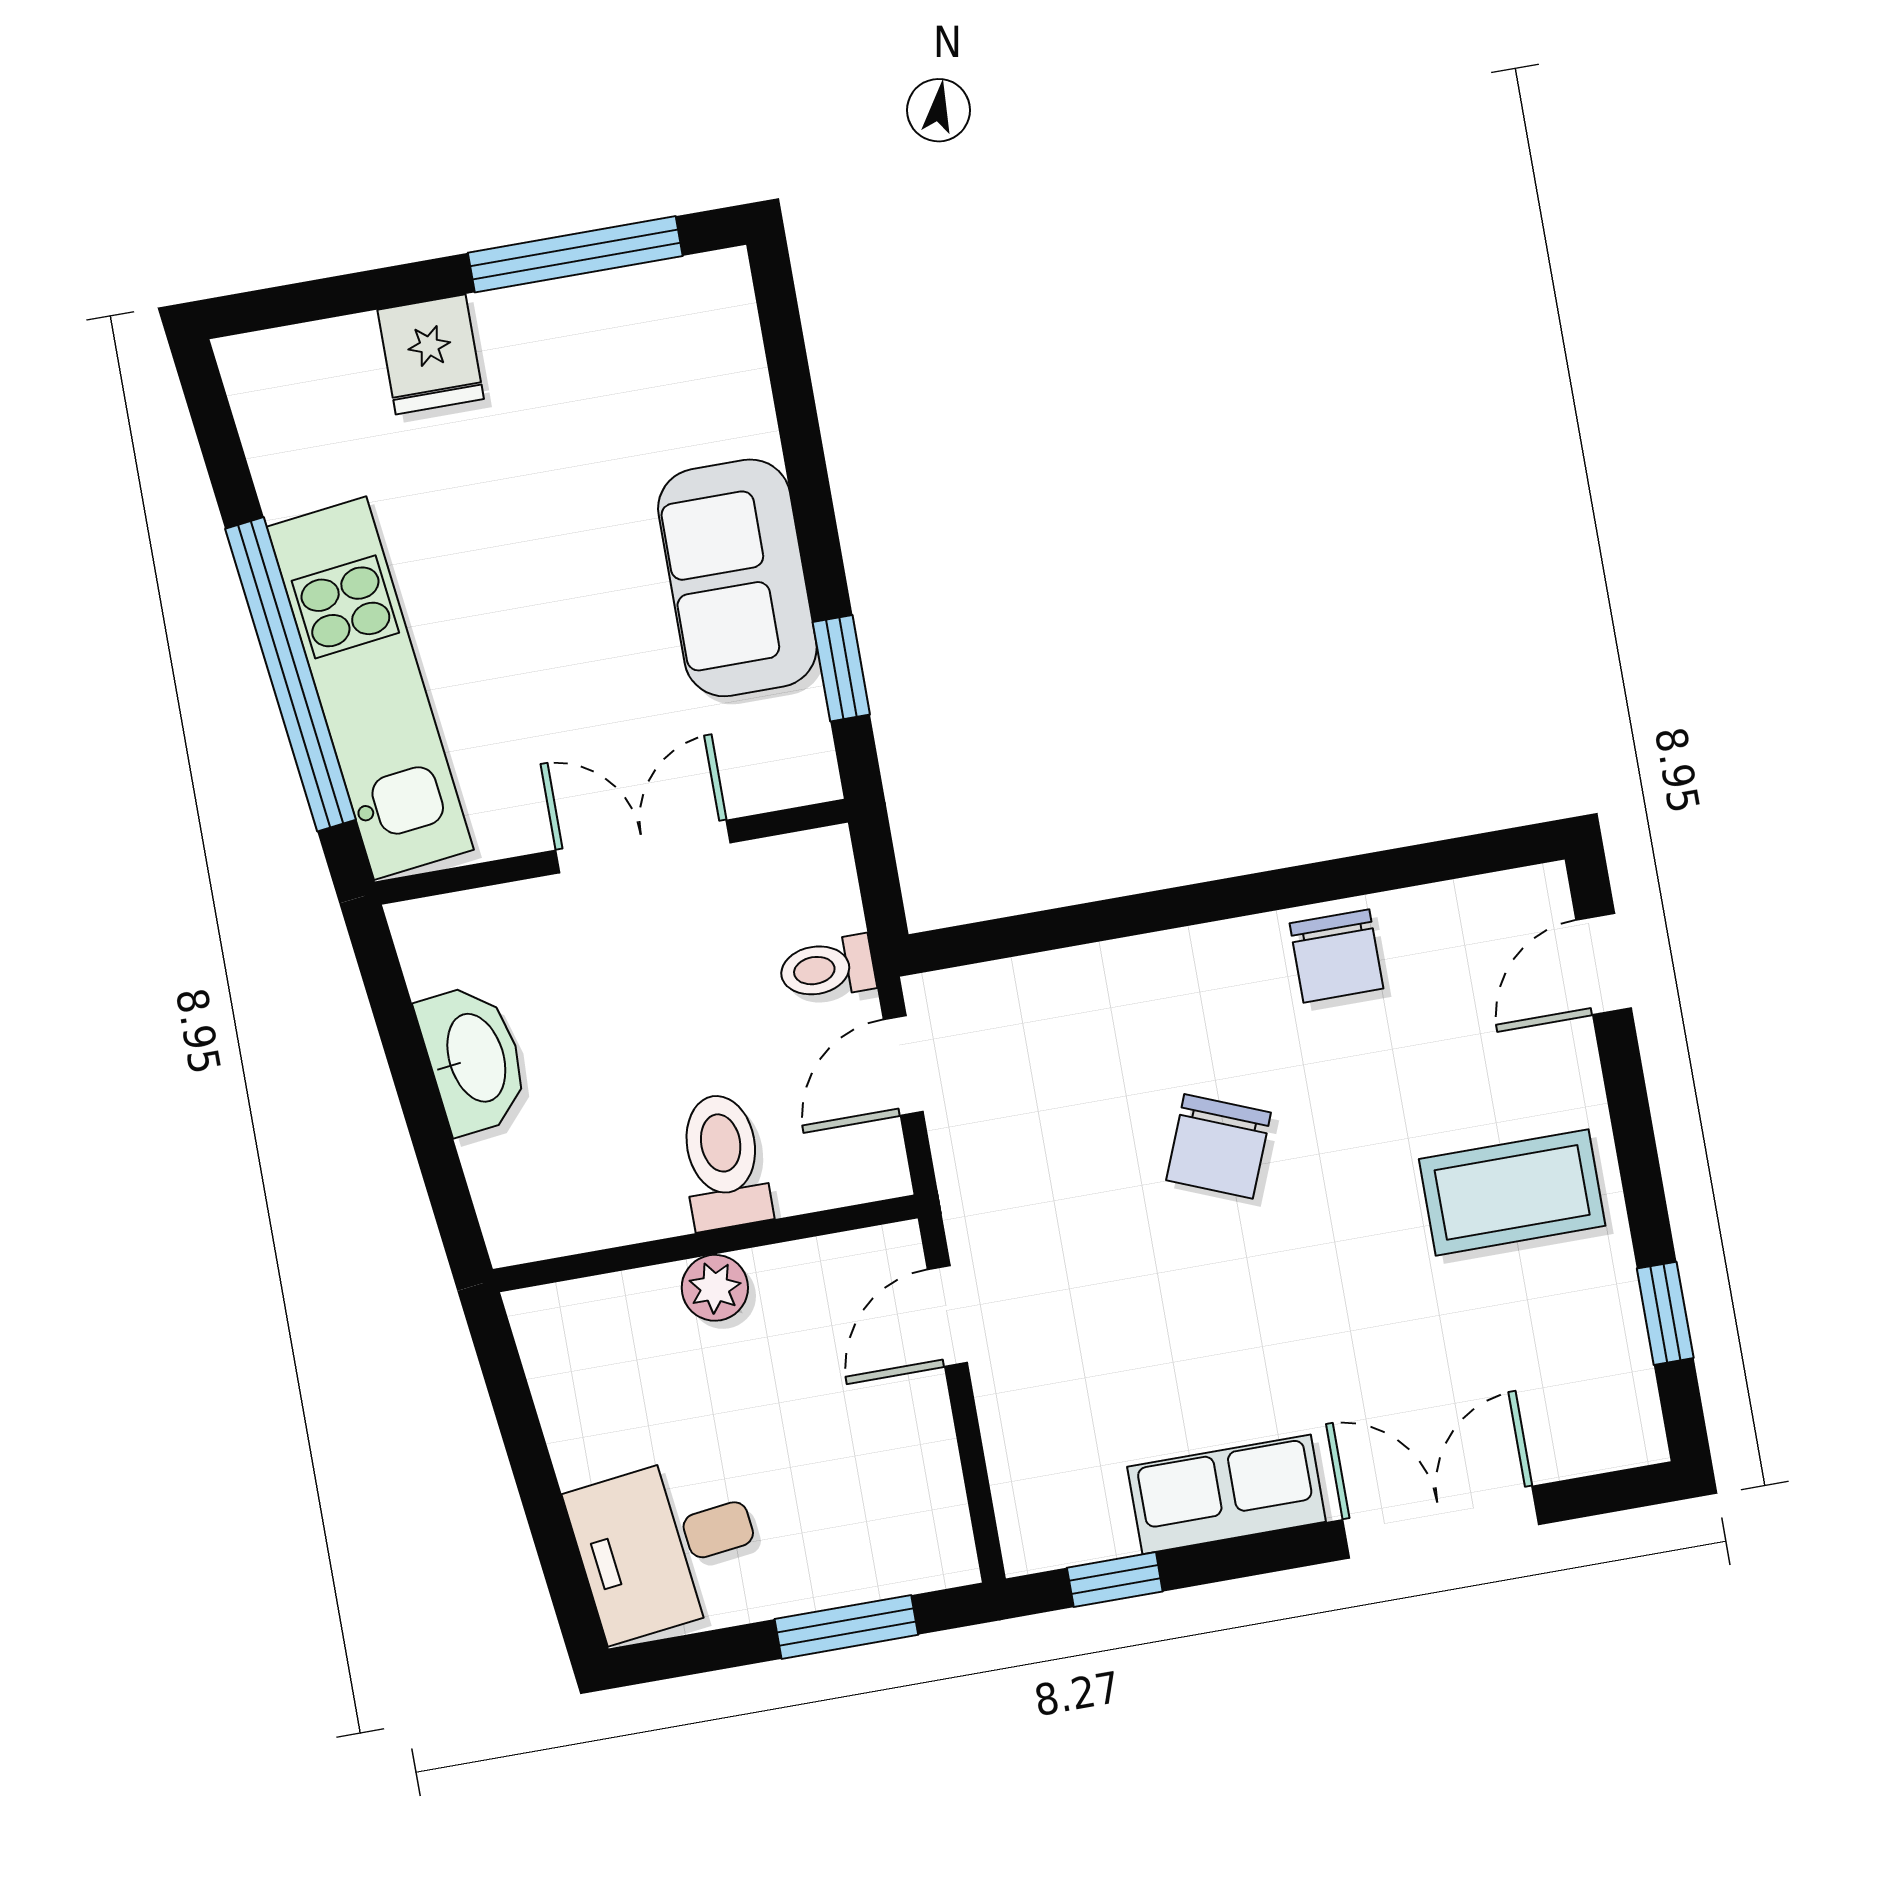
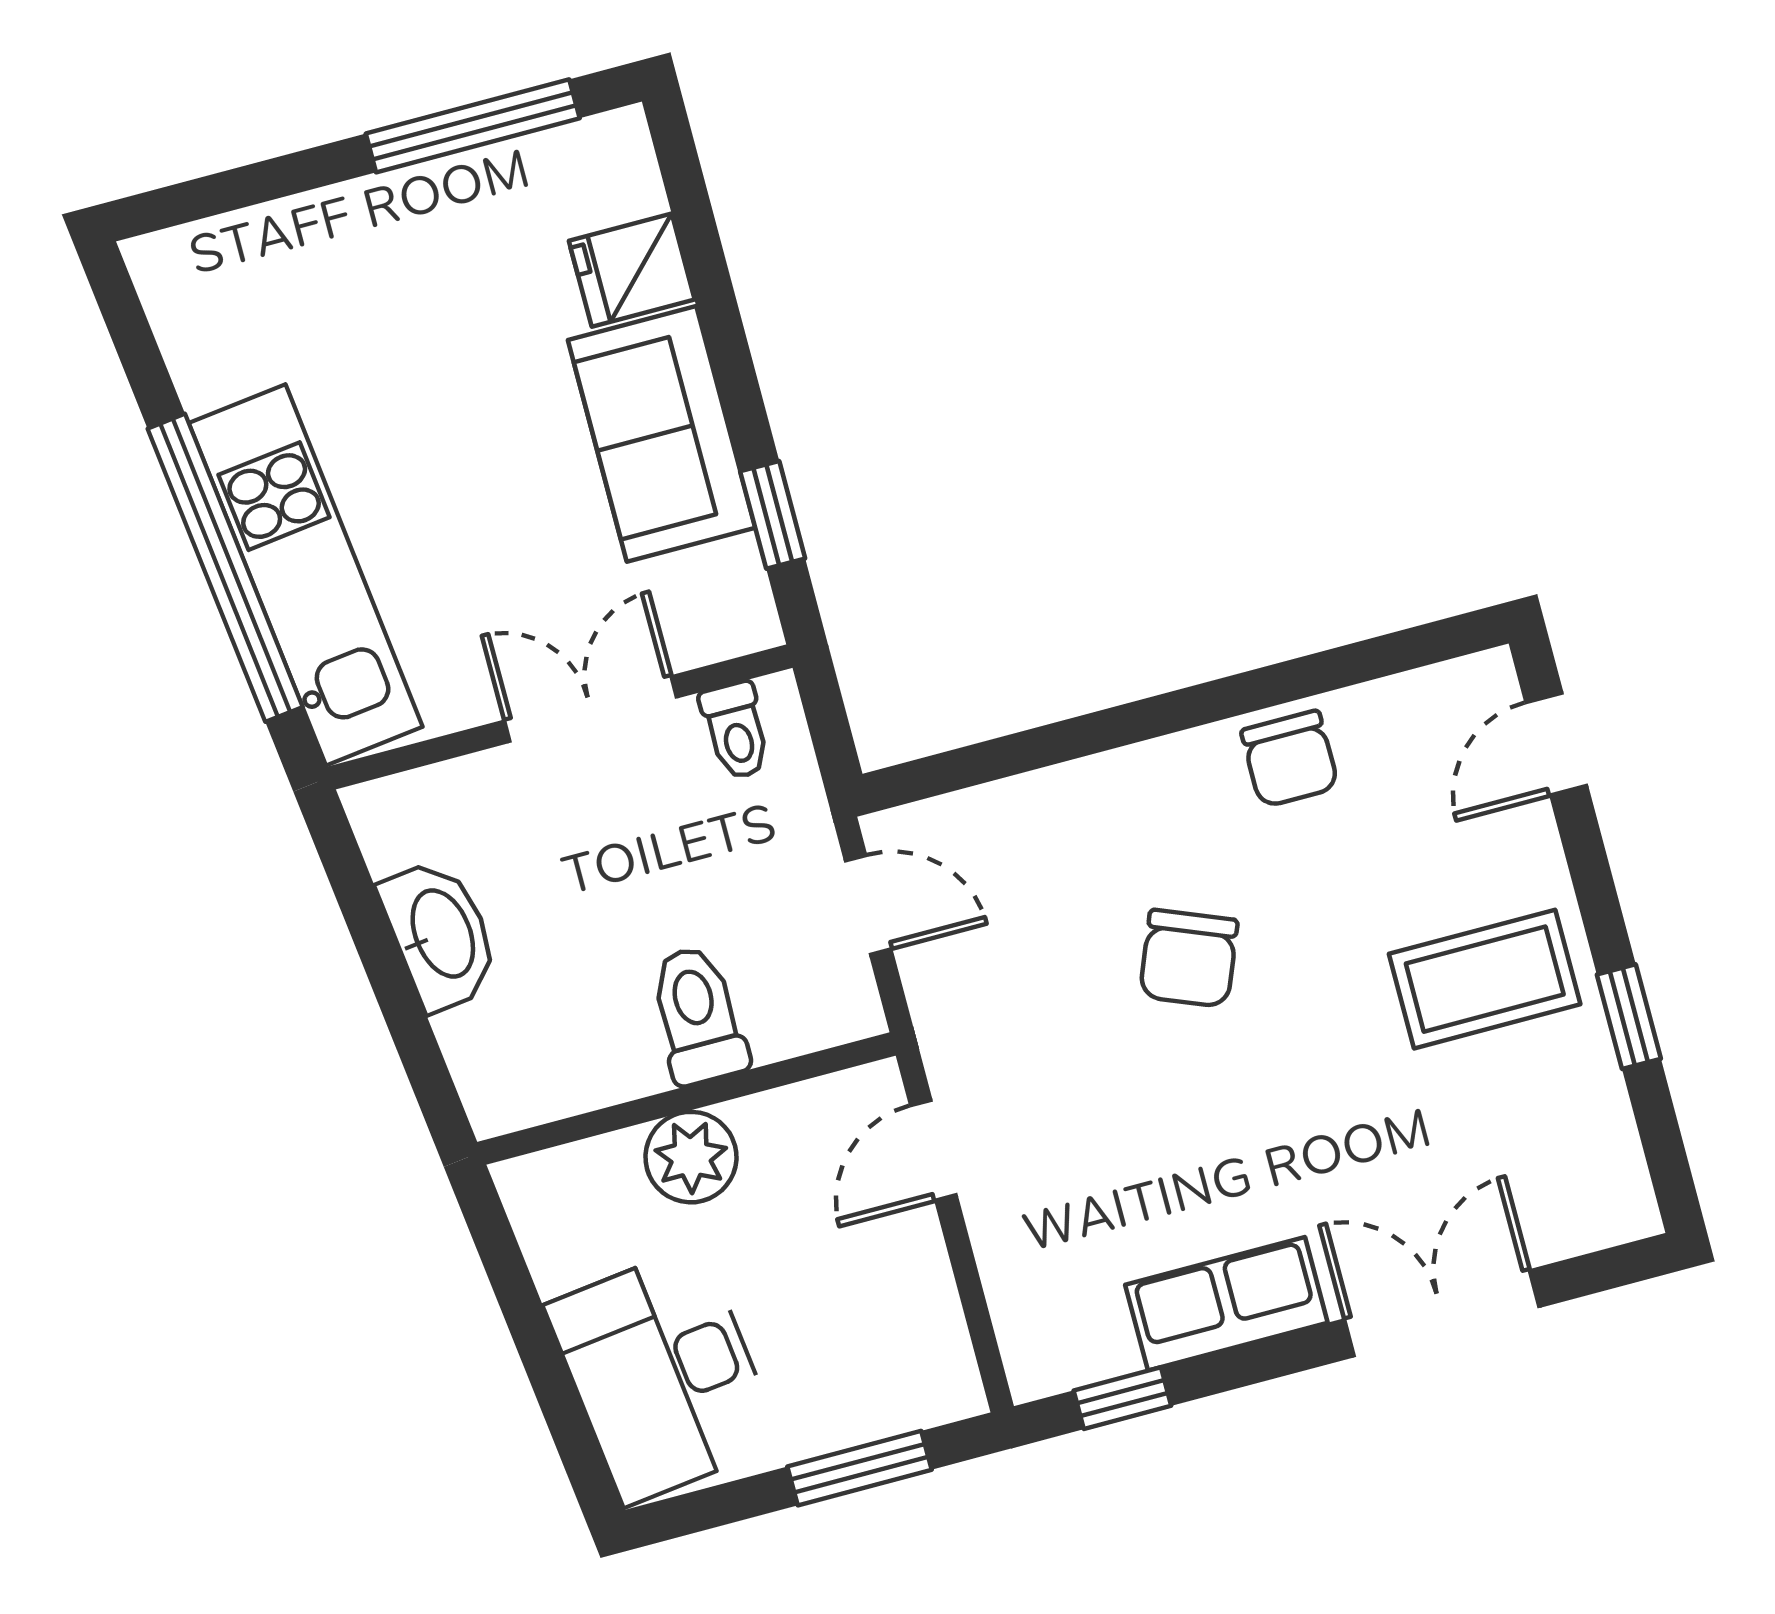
fridge: (431, 354) -> (632, 270), moved, turned 90
toilet: (827, 968) -> (736, 730), moved, turned -90
door: (903, 1066) -> (868, 905), swing flipped
plant: (715, 1288) -> (691, 1157), width x1.38, depth x1.38
window: (1665, 1313) -> (1629, 1017), moved
desk: (667, 1545) -> (663, 1375), width x1.37

